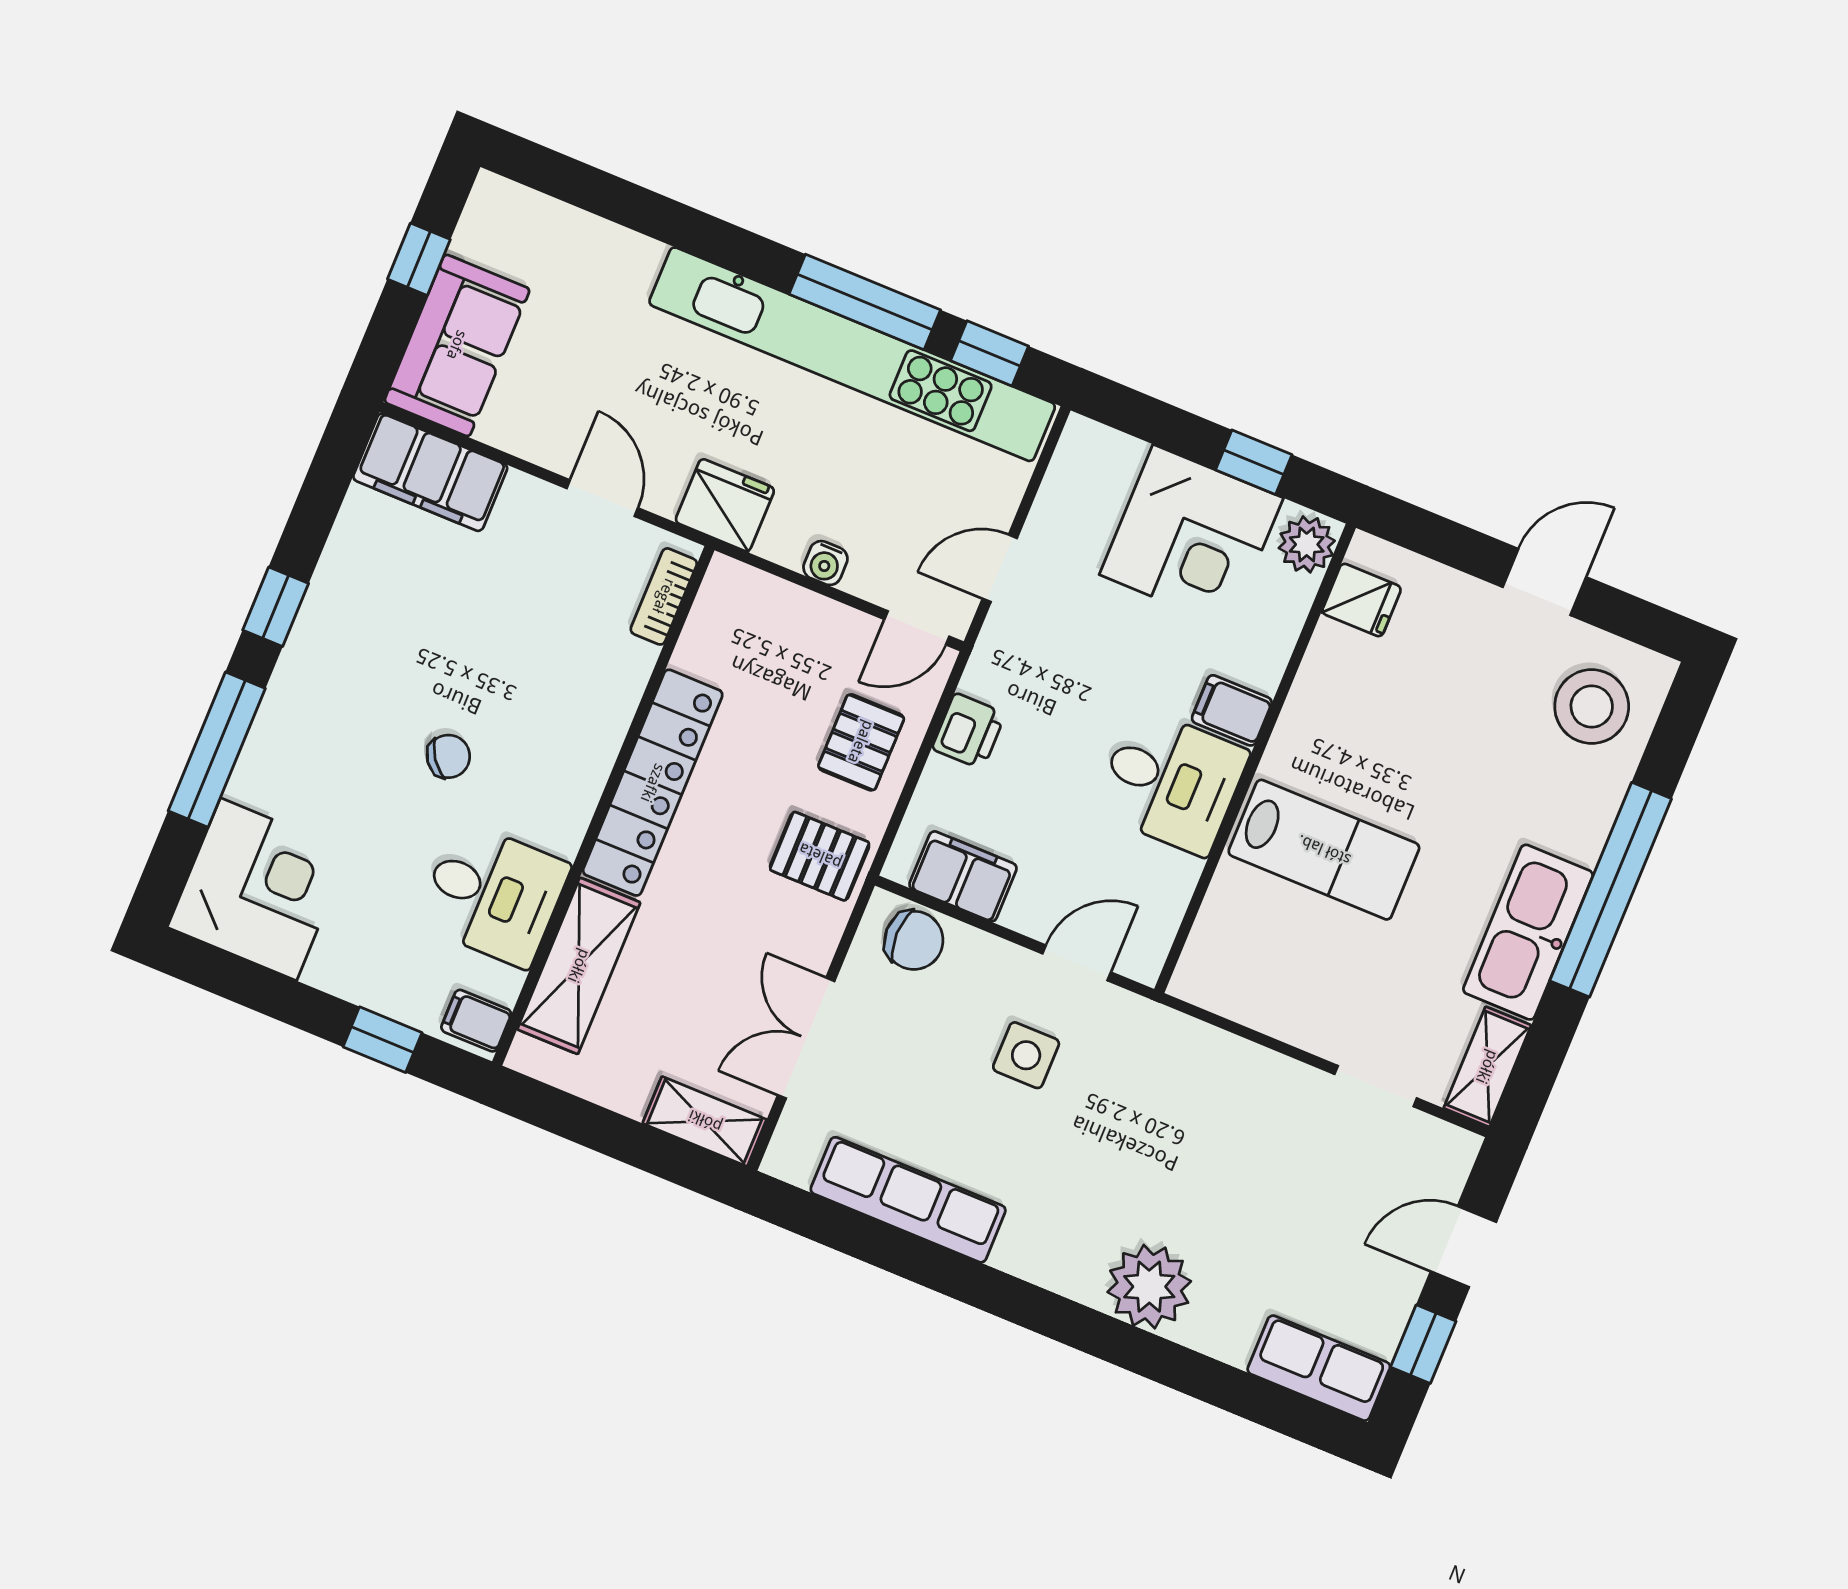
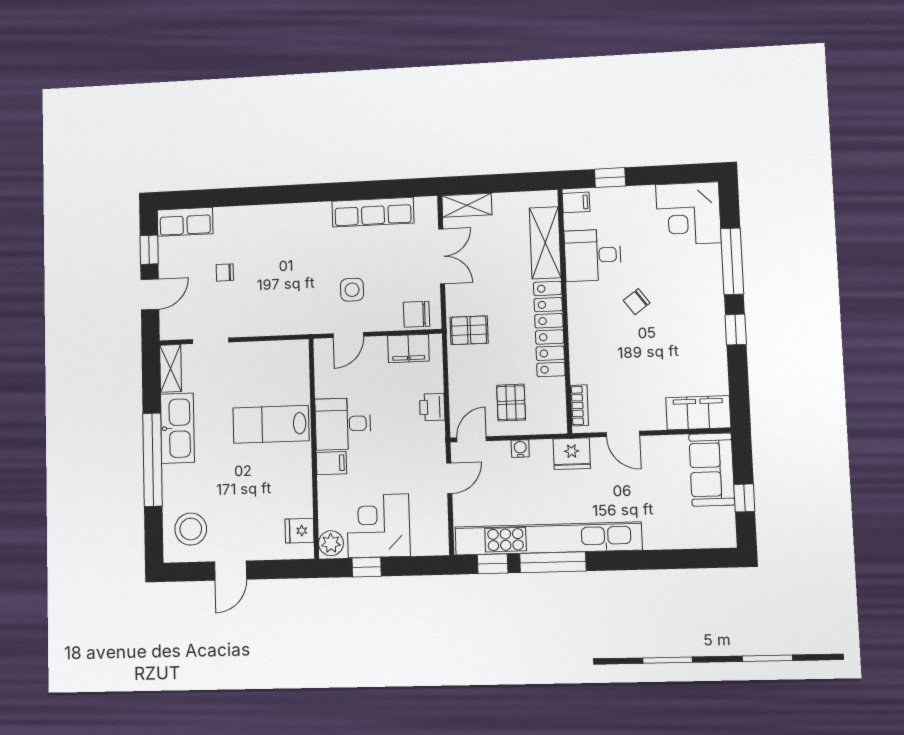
pallet: (861, 742) -> (511, 403), moved
chair: (1281, 1218) -> (225, 272), added
plant: (1149, 1287) -> (264, 222), removed

